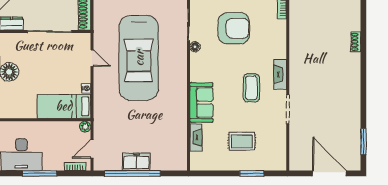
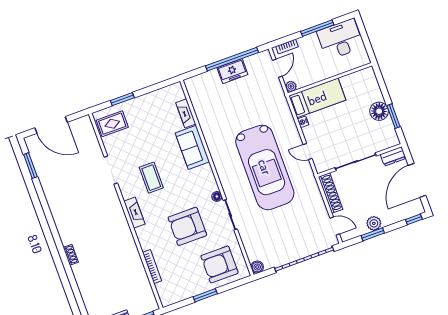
car: (139, 58) -> (265, 167), turned 180
fireplace: (280, 74) -> (134, 213), moved
rug: (242, 141) -> (112, 124), moved

